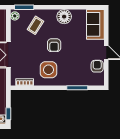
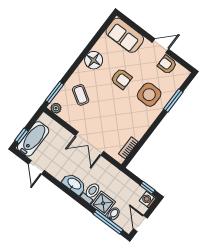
armchair: (54, 45) -> (121, 79), moved
side table: (49, 70) -> (149, 95), moved

